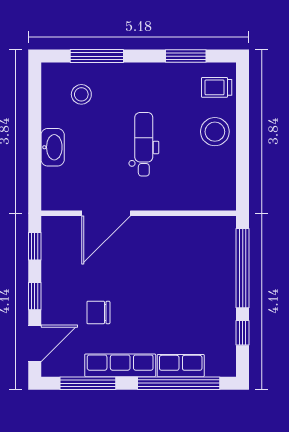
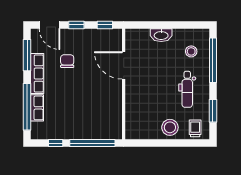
window: (97, 56) -> (213, 60), width x1.46
dental chair: (144, 144) -> (187, 89), moved, turned 90

